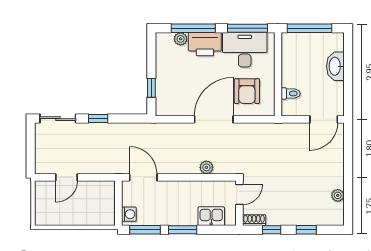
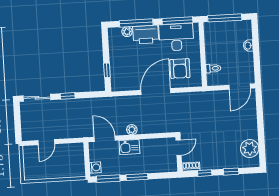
washbasin: (335, 66) -> (248, 46), width x0.52, depth x0.69
plant: (206, 167) -> (132, 130), moved
plant: (338, 195) -> (250, 148), width x1.87, depth x1.87
kitchen sink: (211, 216) -> (129, 147), moved, turned 180

